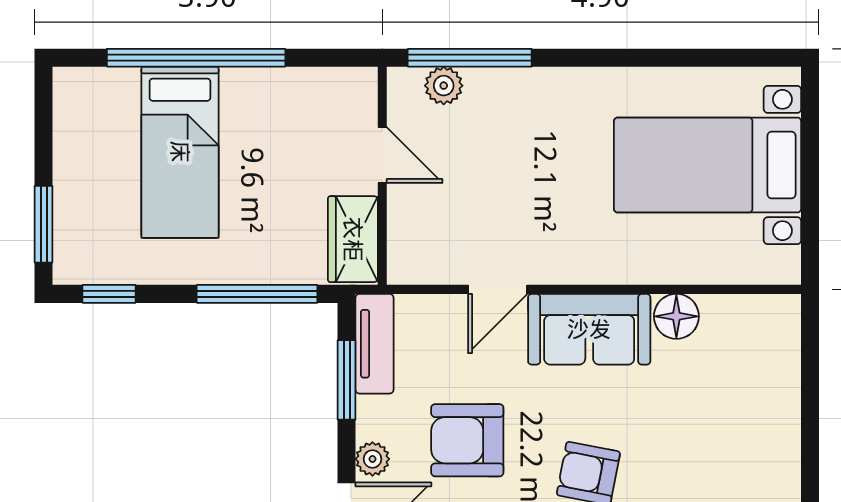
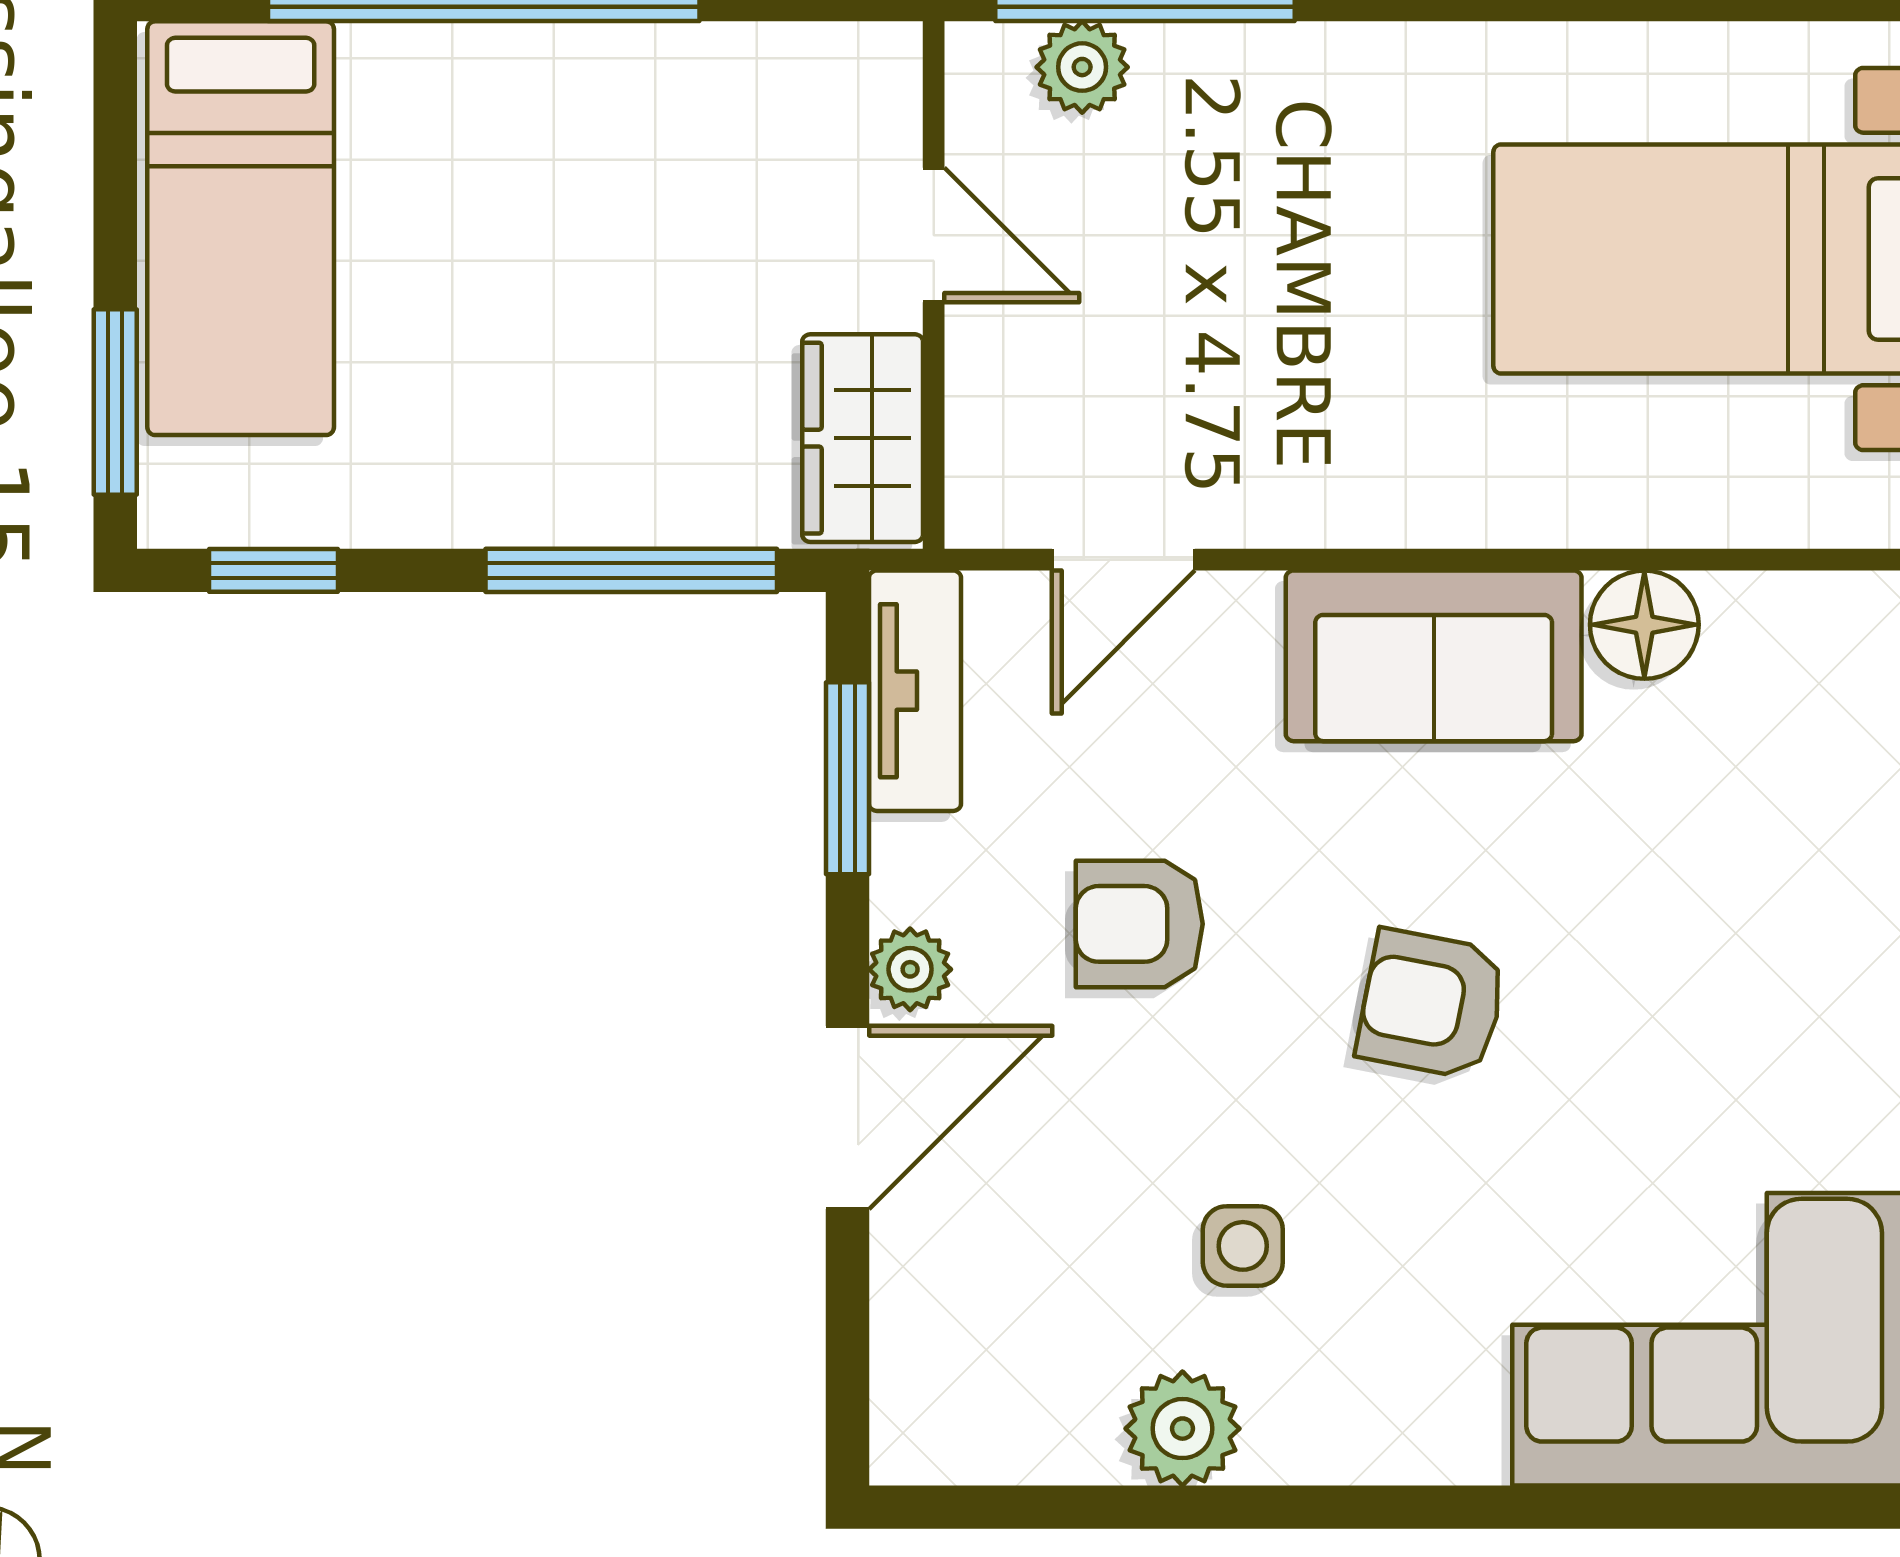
bed: (180, 152) -> (241, 228), moved
door: (498, 289) -> (1123, 560), moved
armchair: (467, 440) -> (1139, 924), width x0.72, depth x0.72

